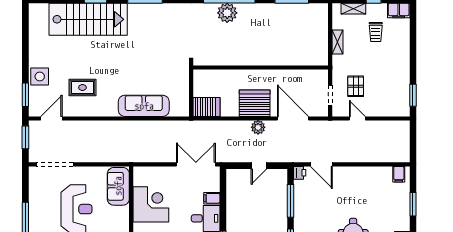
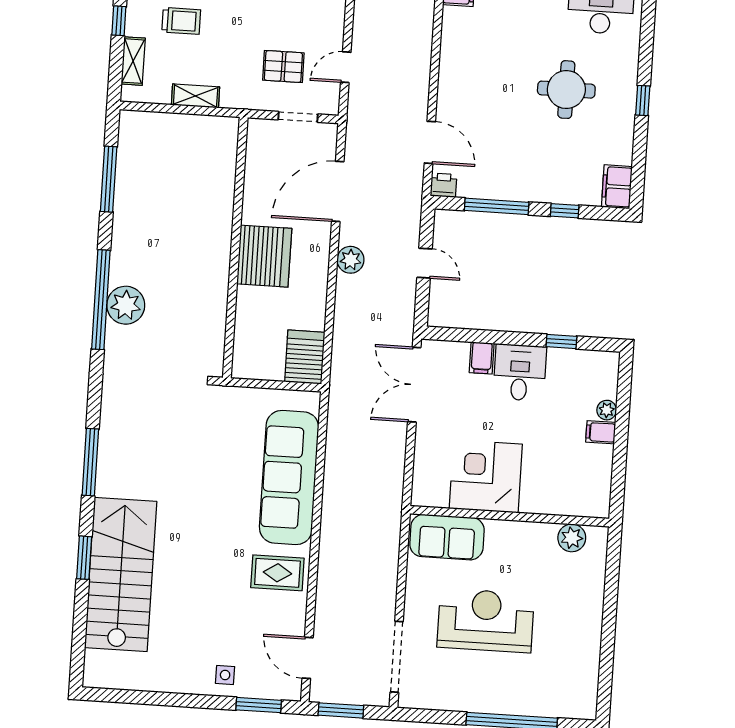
side table: (40, 76) -> (225, 675), width x0.54, depth x0.54
rug: (82, 88) -> (277, 573), moved, turned 90
server rack: (255, 103) -> (264, 256), moved, turned 180
sofa: (144, 106) -> (289, 477), width x1.36, depth x1.27
door: (321, 164) -> (430, 142), hinge flipped

